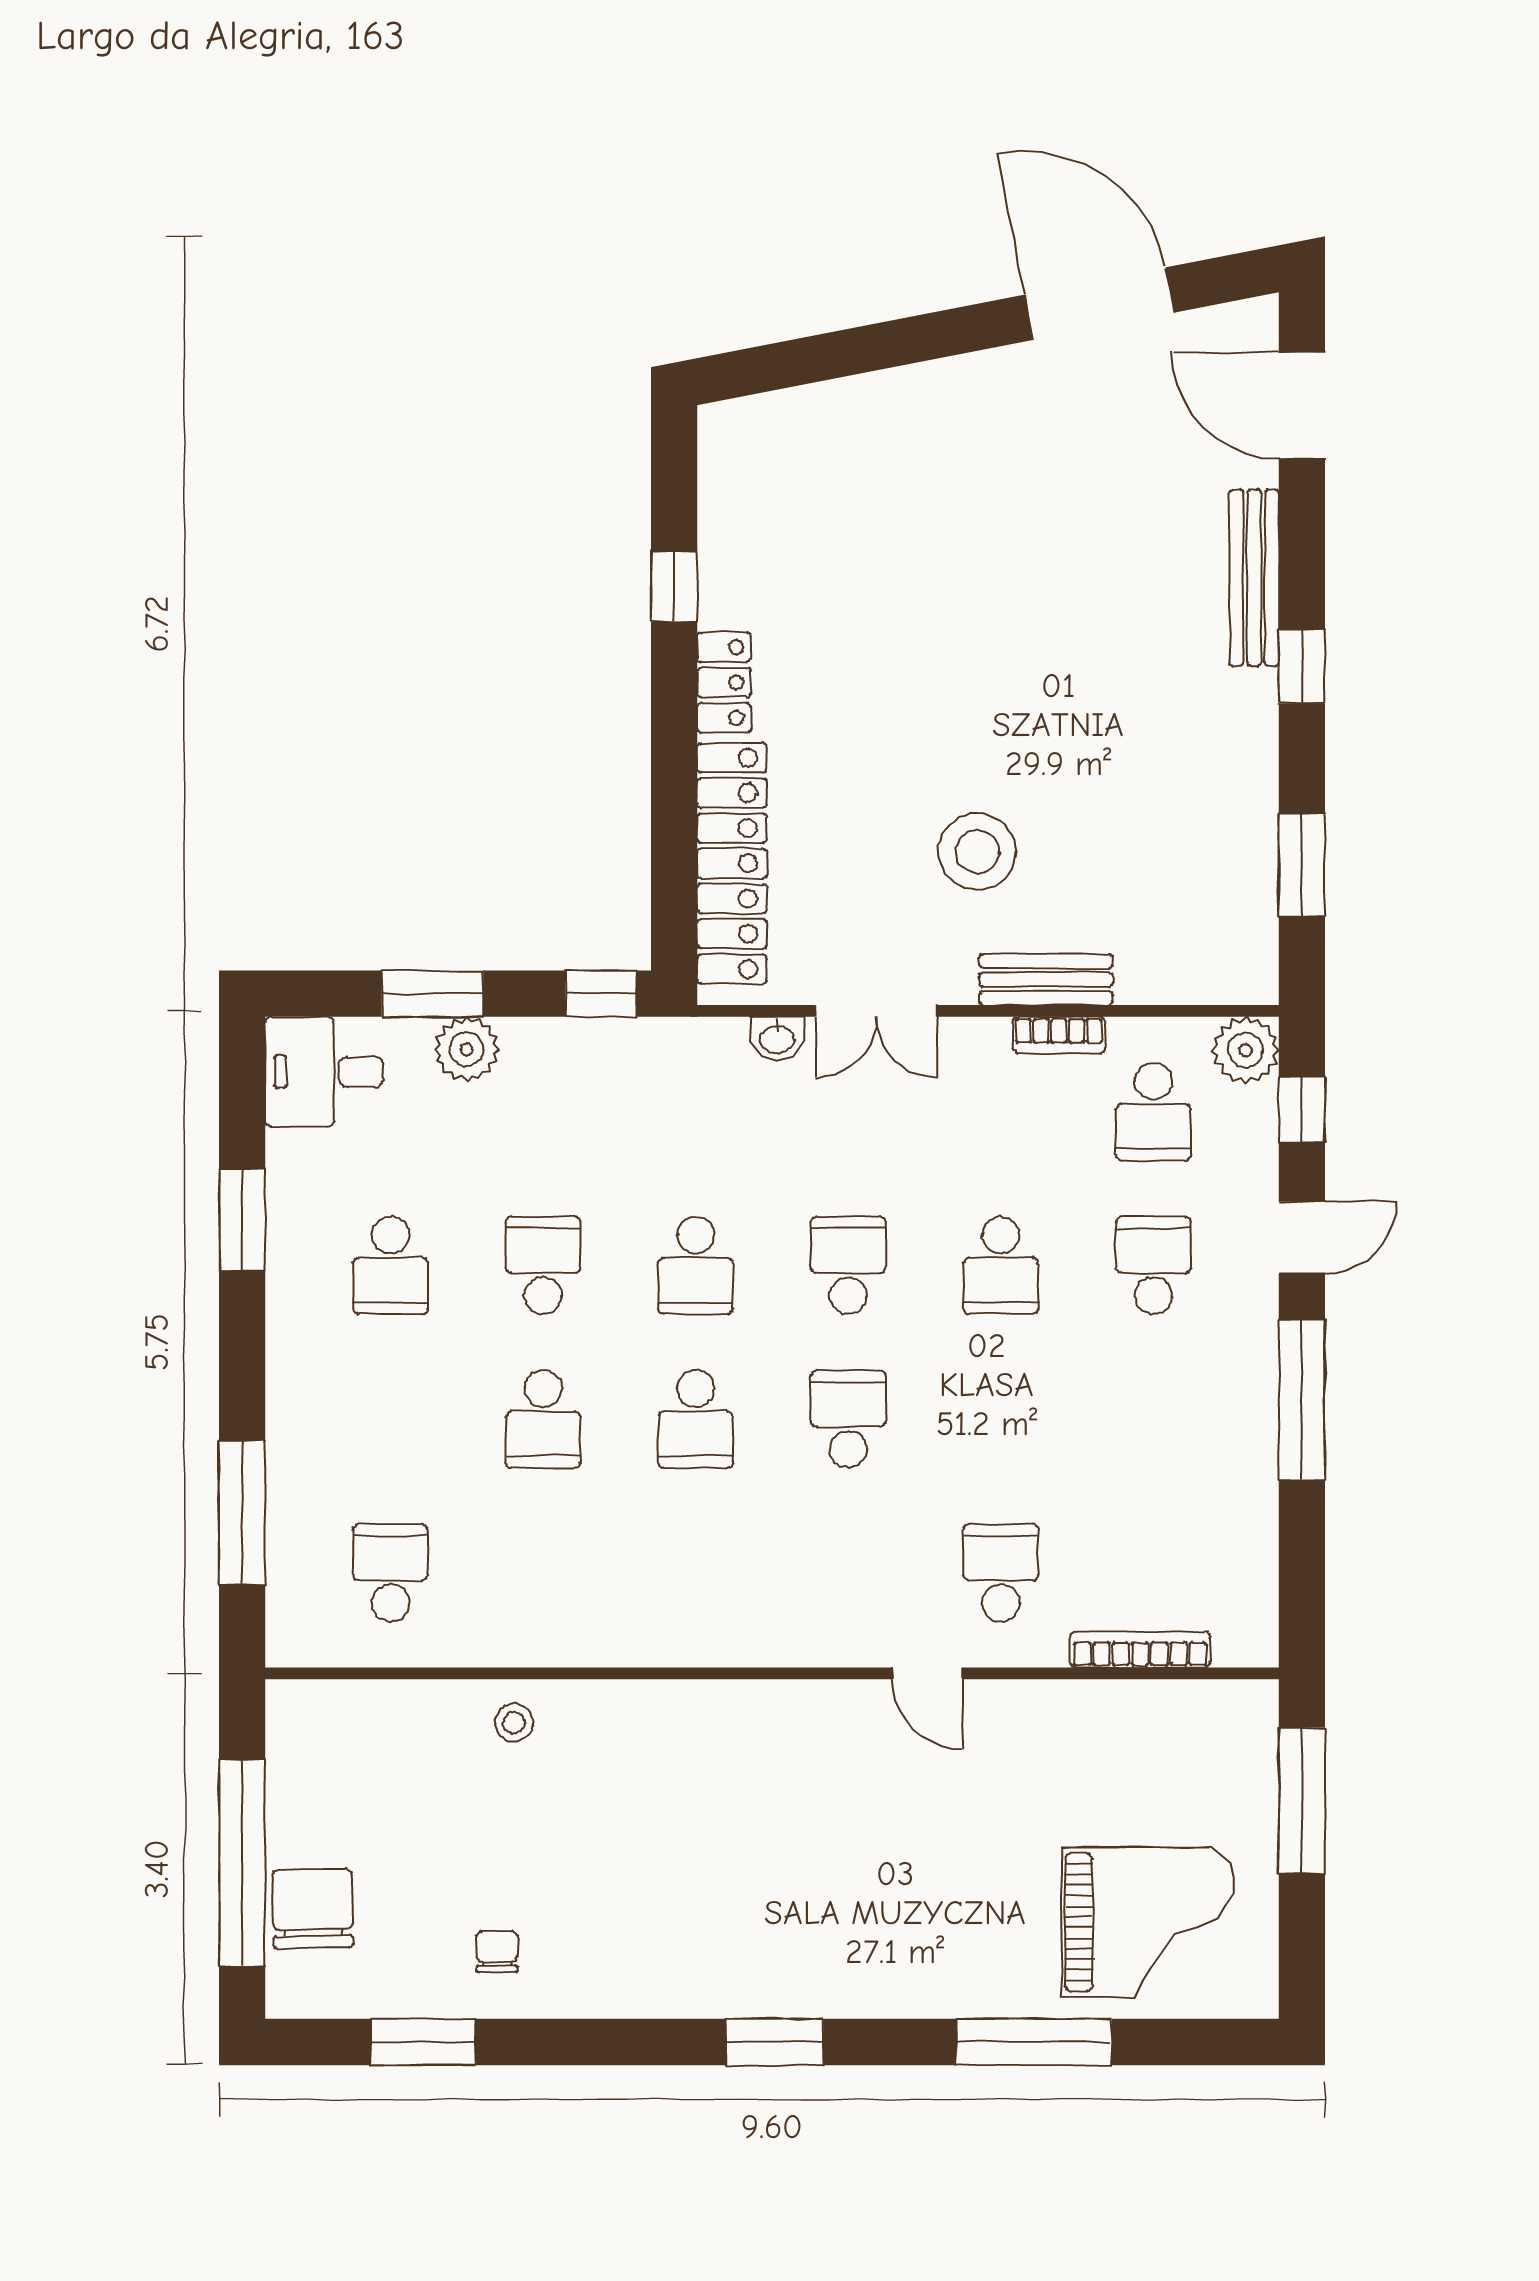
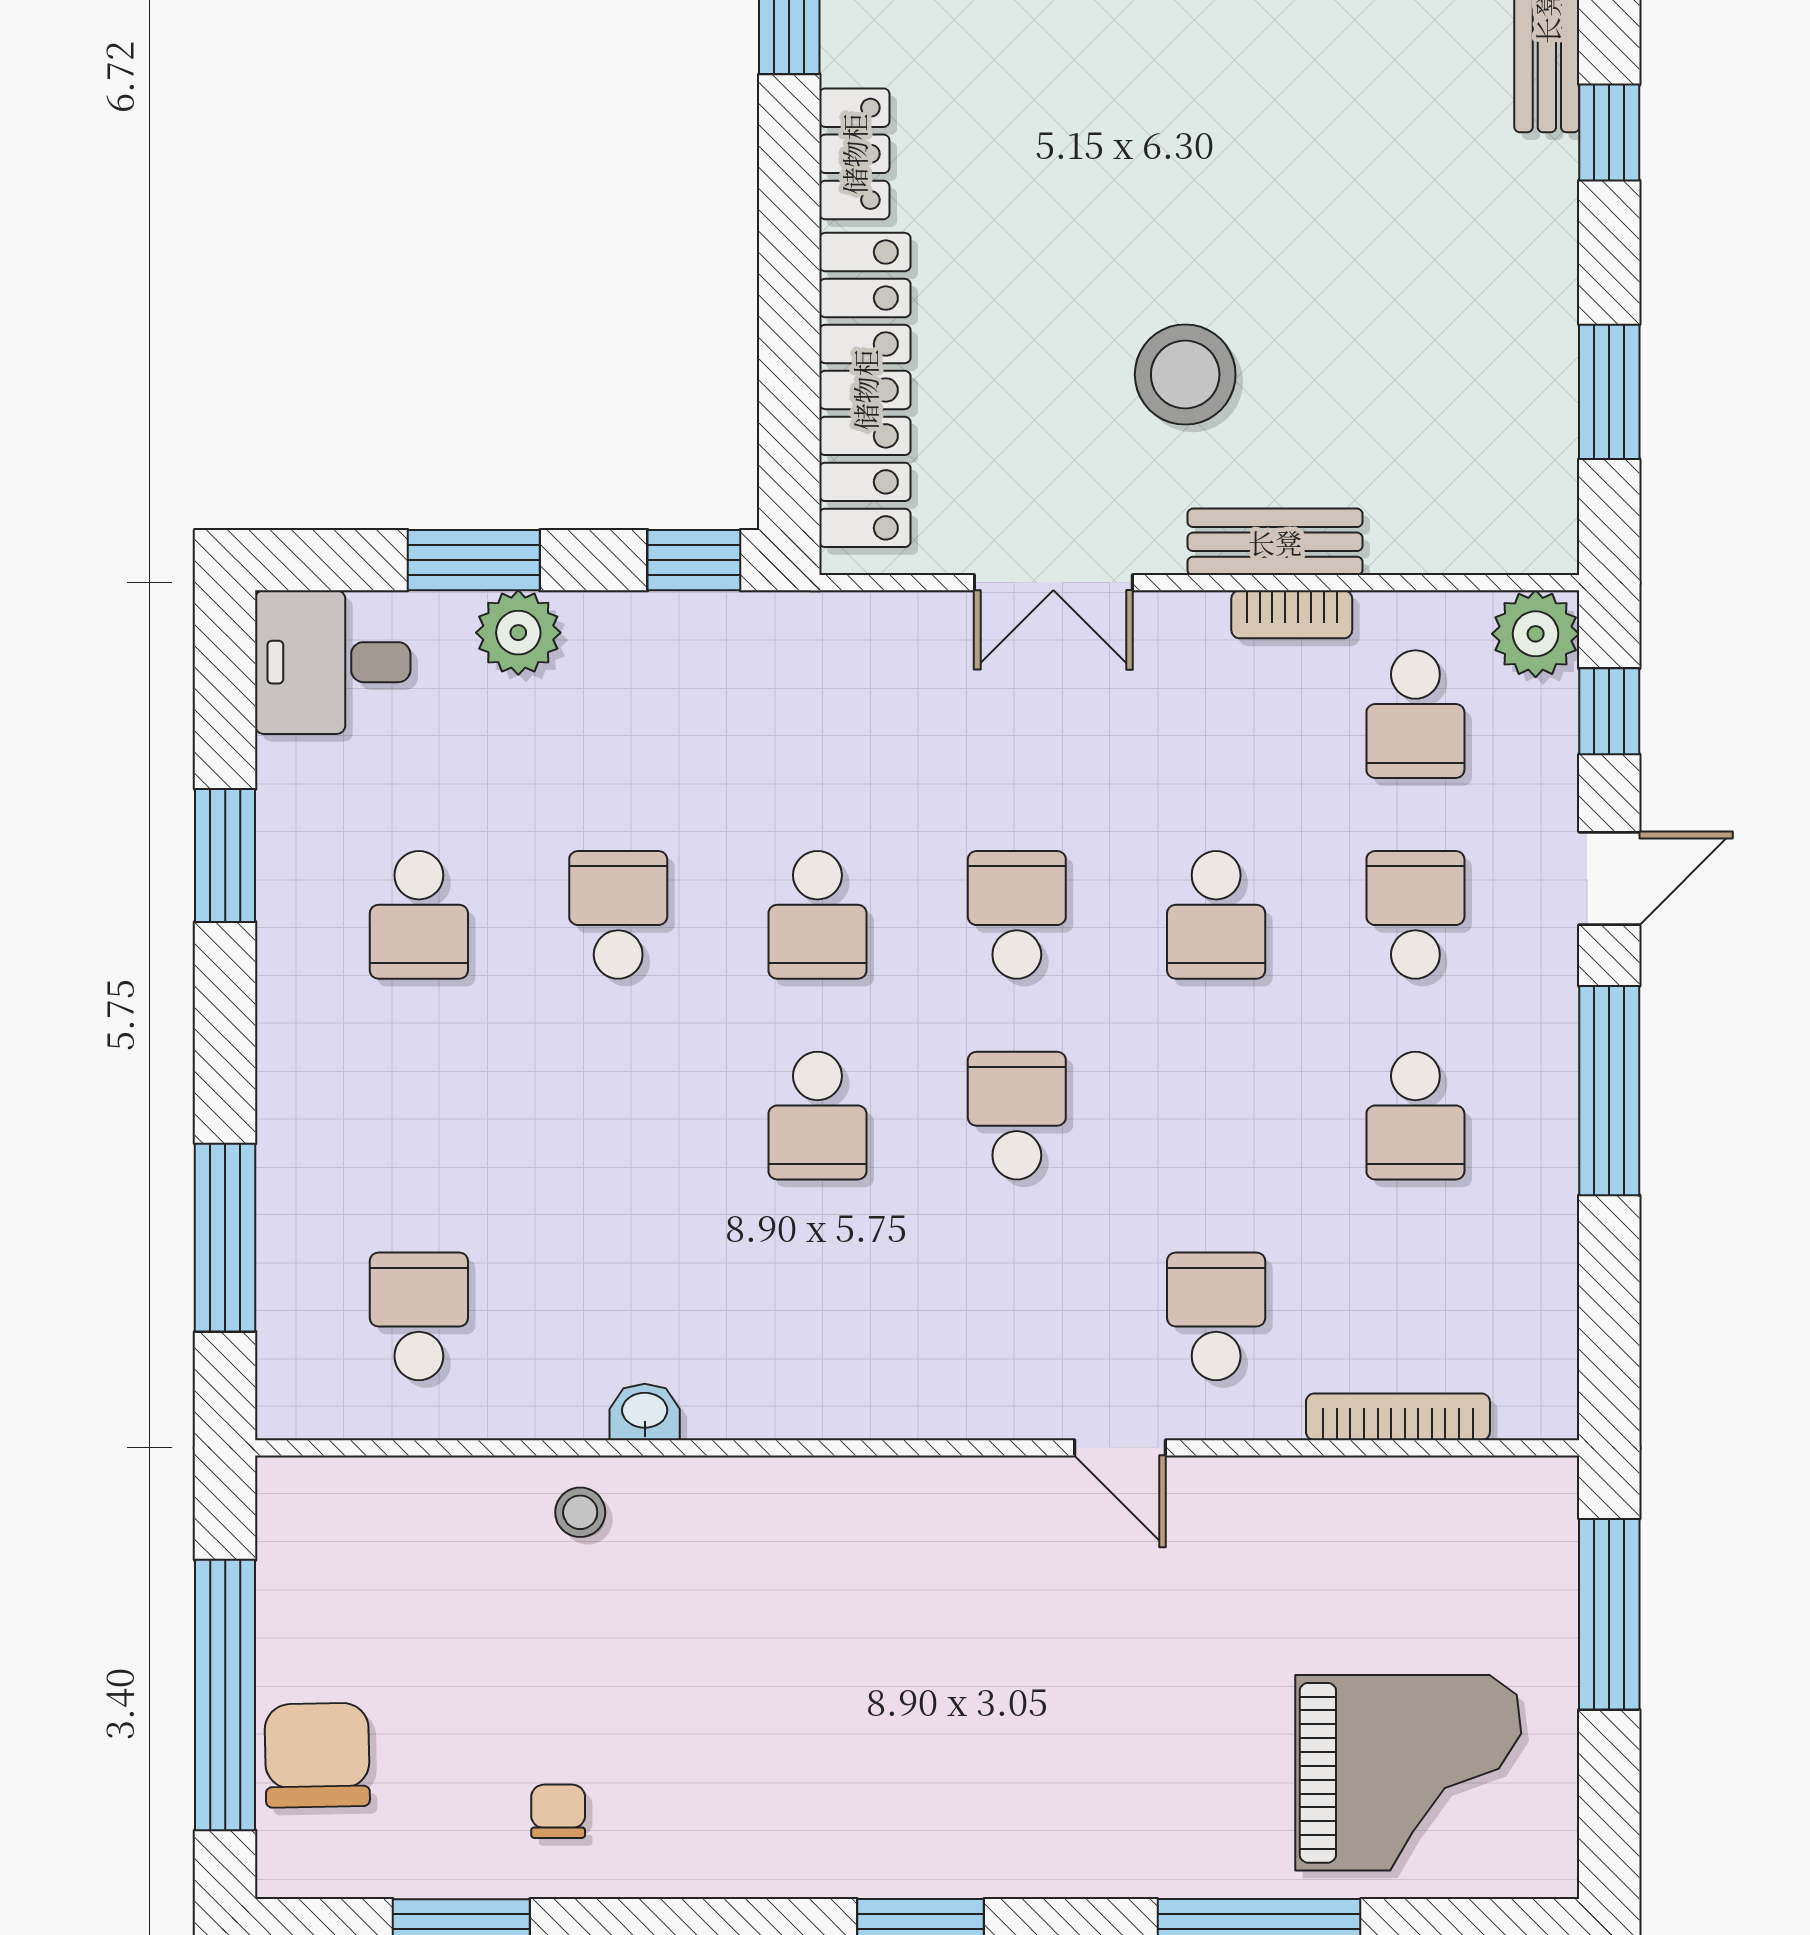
washbasin: (777, 1038) -> (645, 1412), moved, turned 180
school desk: (543, 1419) -> (1415, 1116), moved

